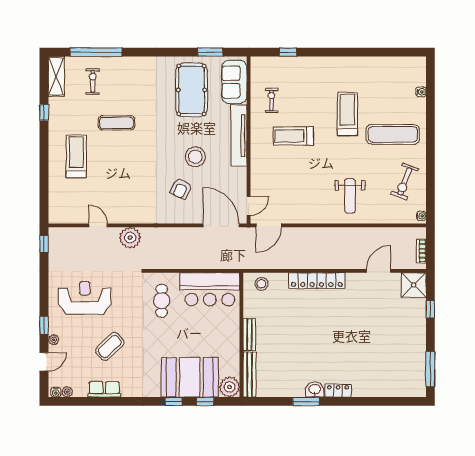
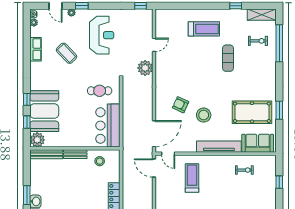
window: (210, 52) -> (279, 110), moved
treadmill: (293, 136) -> (192, 178), moved
stool: (261, 284) -> (100, 161), moved

